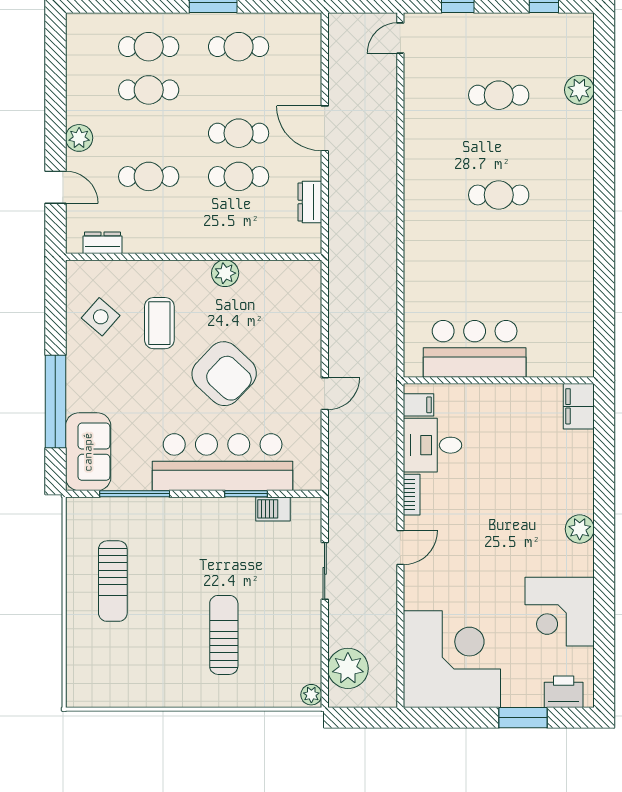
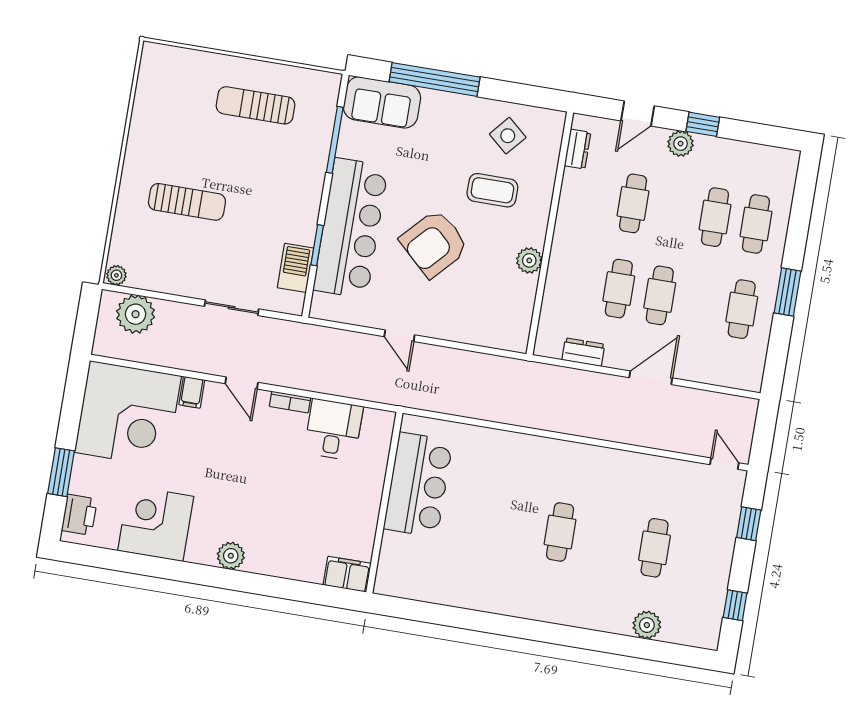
window: (55, 118) -> (703, 124), added
filing cabinet: (418, 405) -> (192, 392), moved
barbecue: (273, 509) -> (295, 268), width x1.38, depth x1.27

